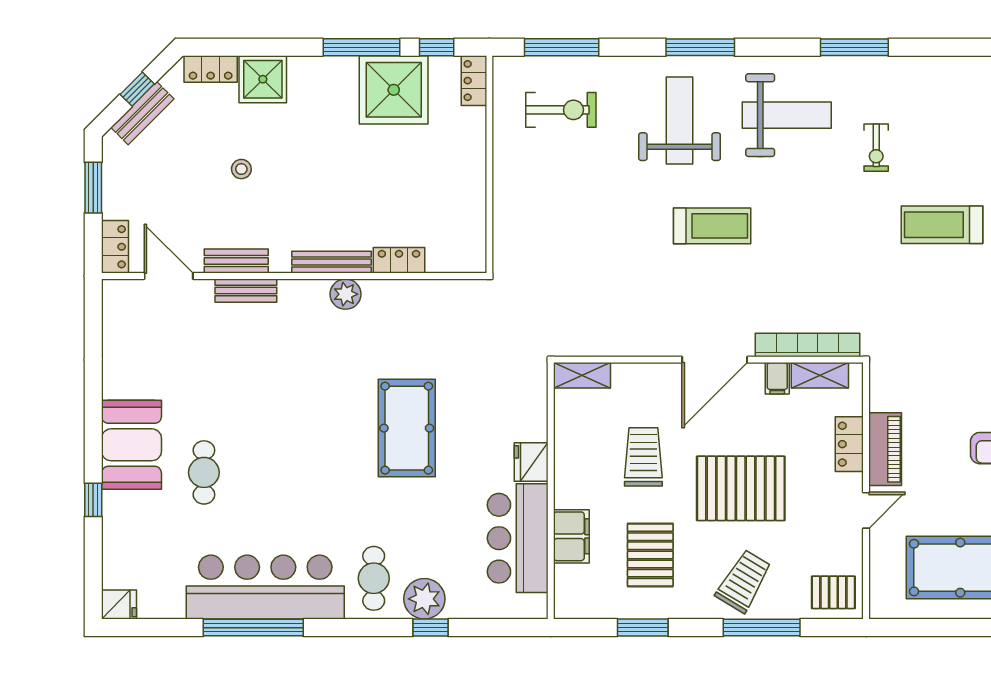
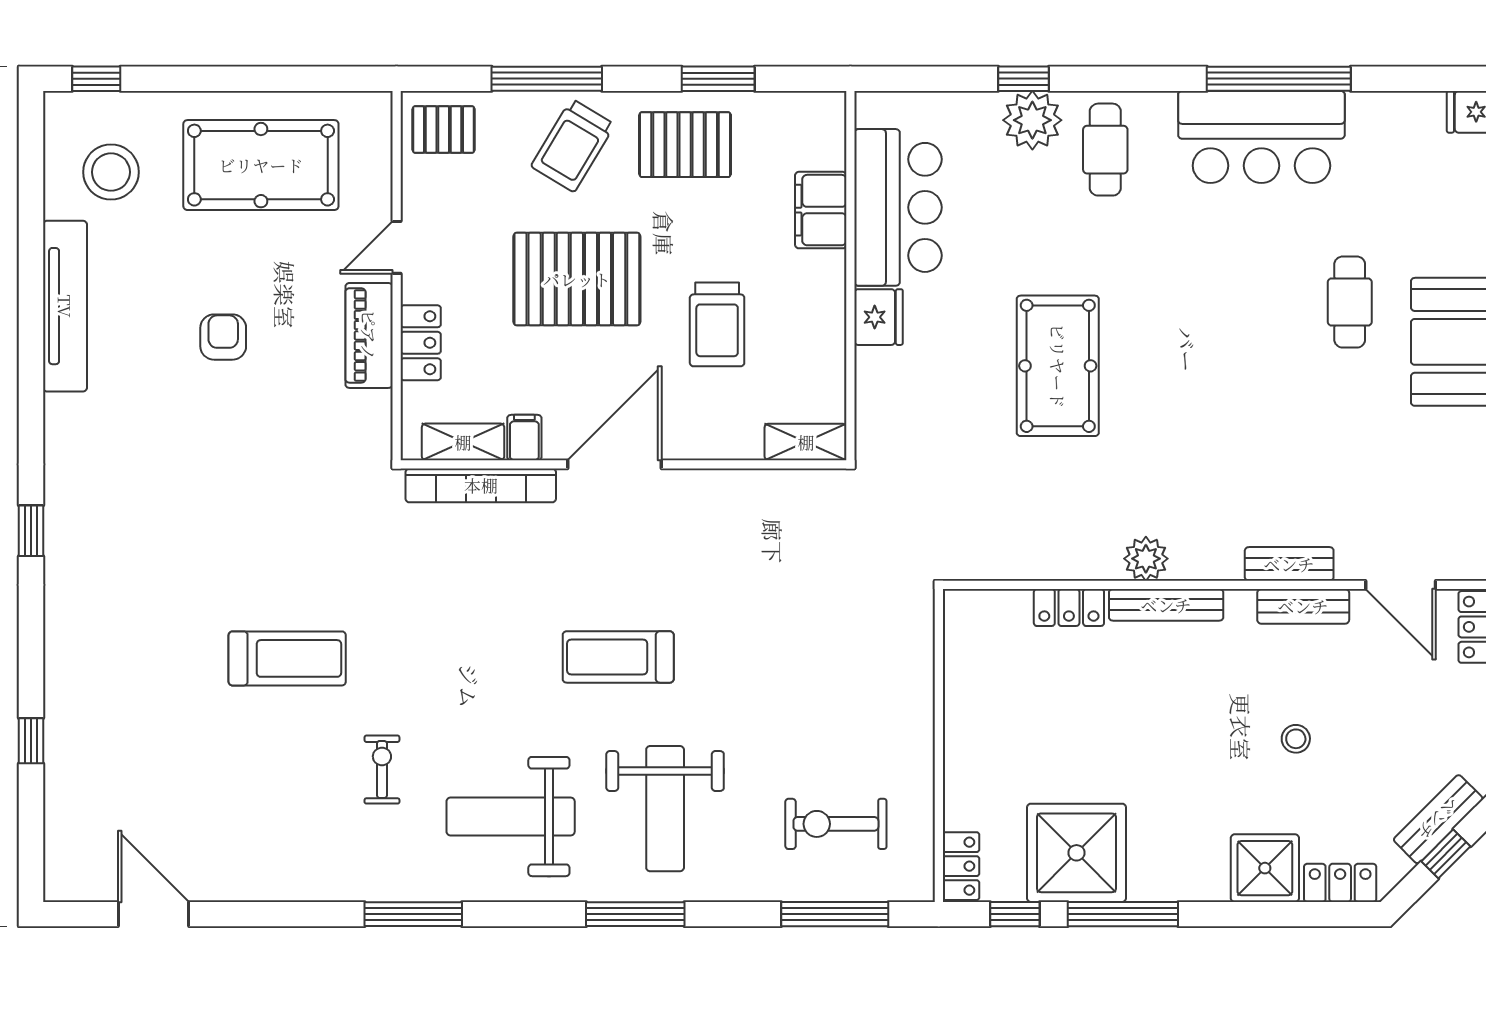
pallet: (650, 555) -> (685, 145), moved, turned 90
bar counter: (265, 587) -> (1261, 137), width x0.73

